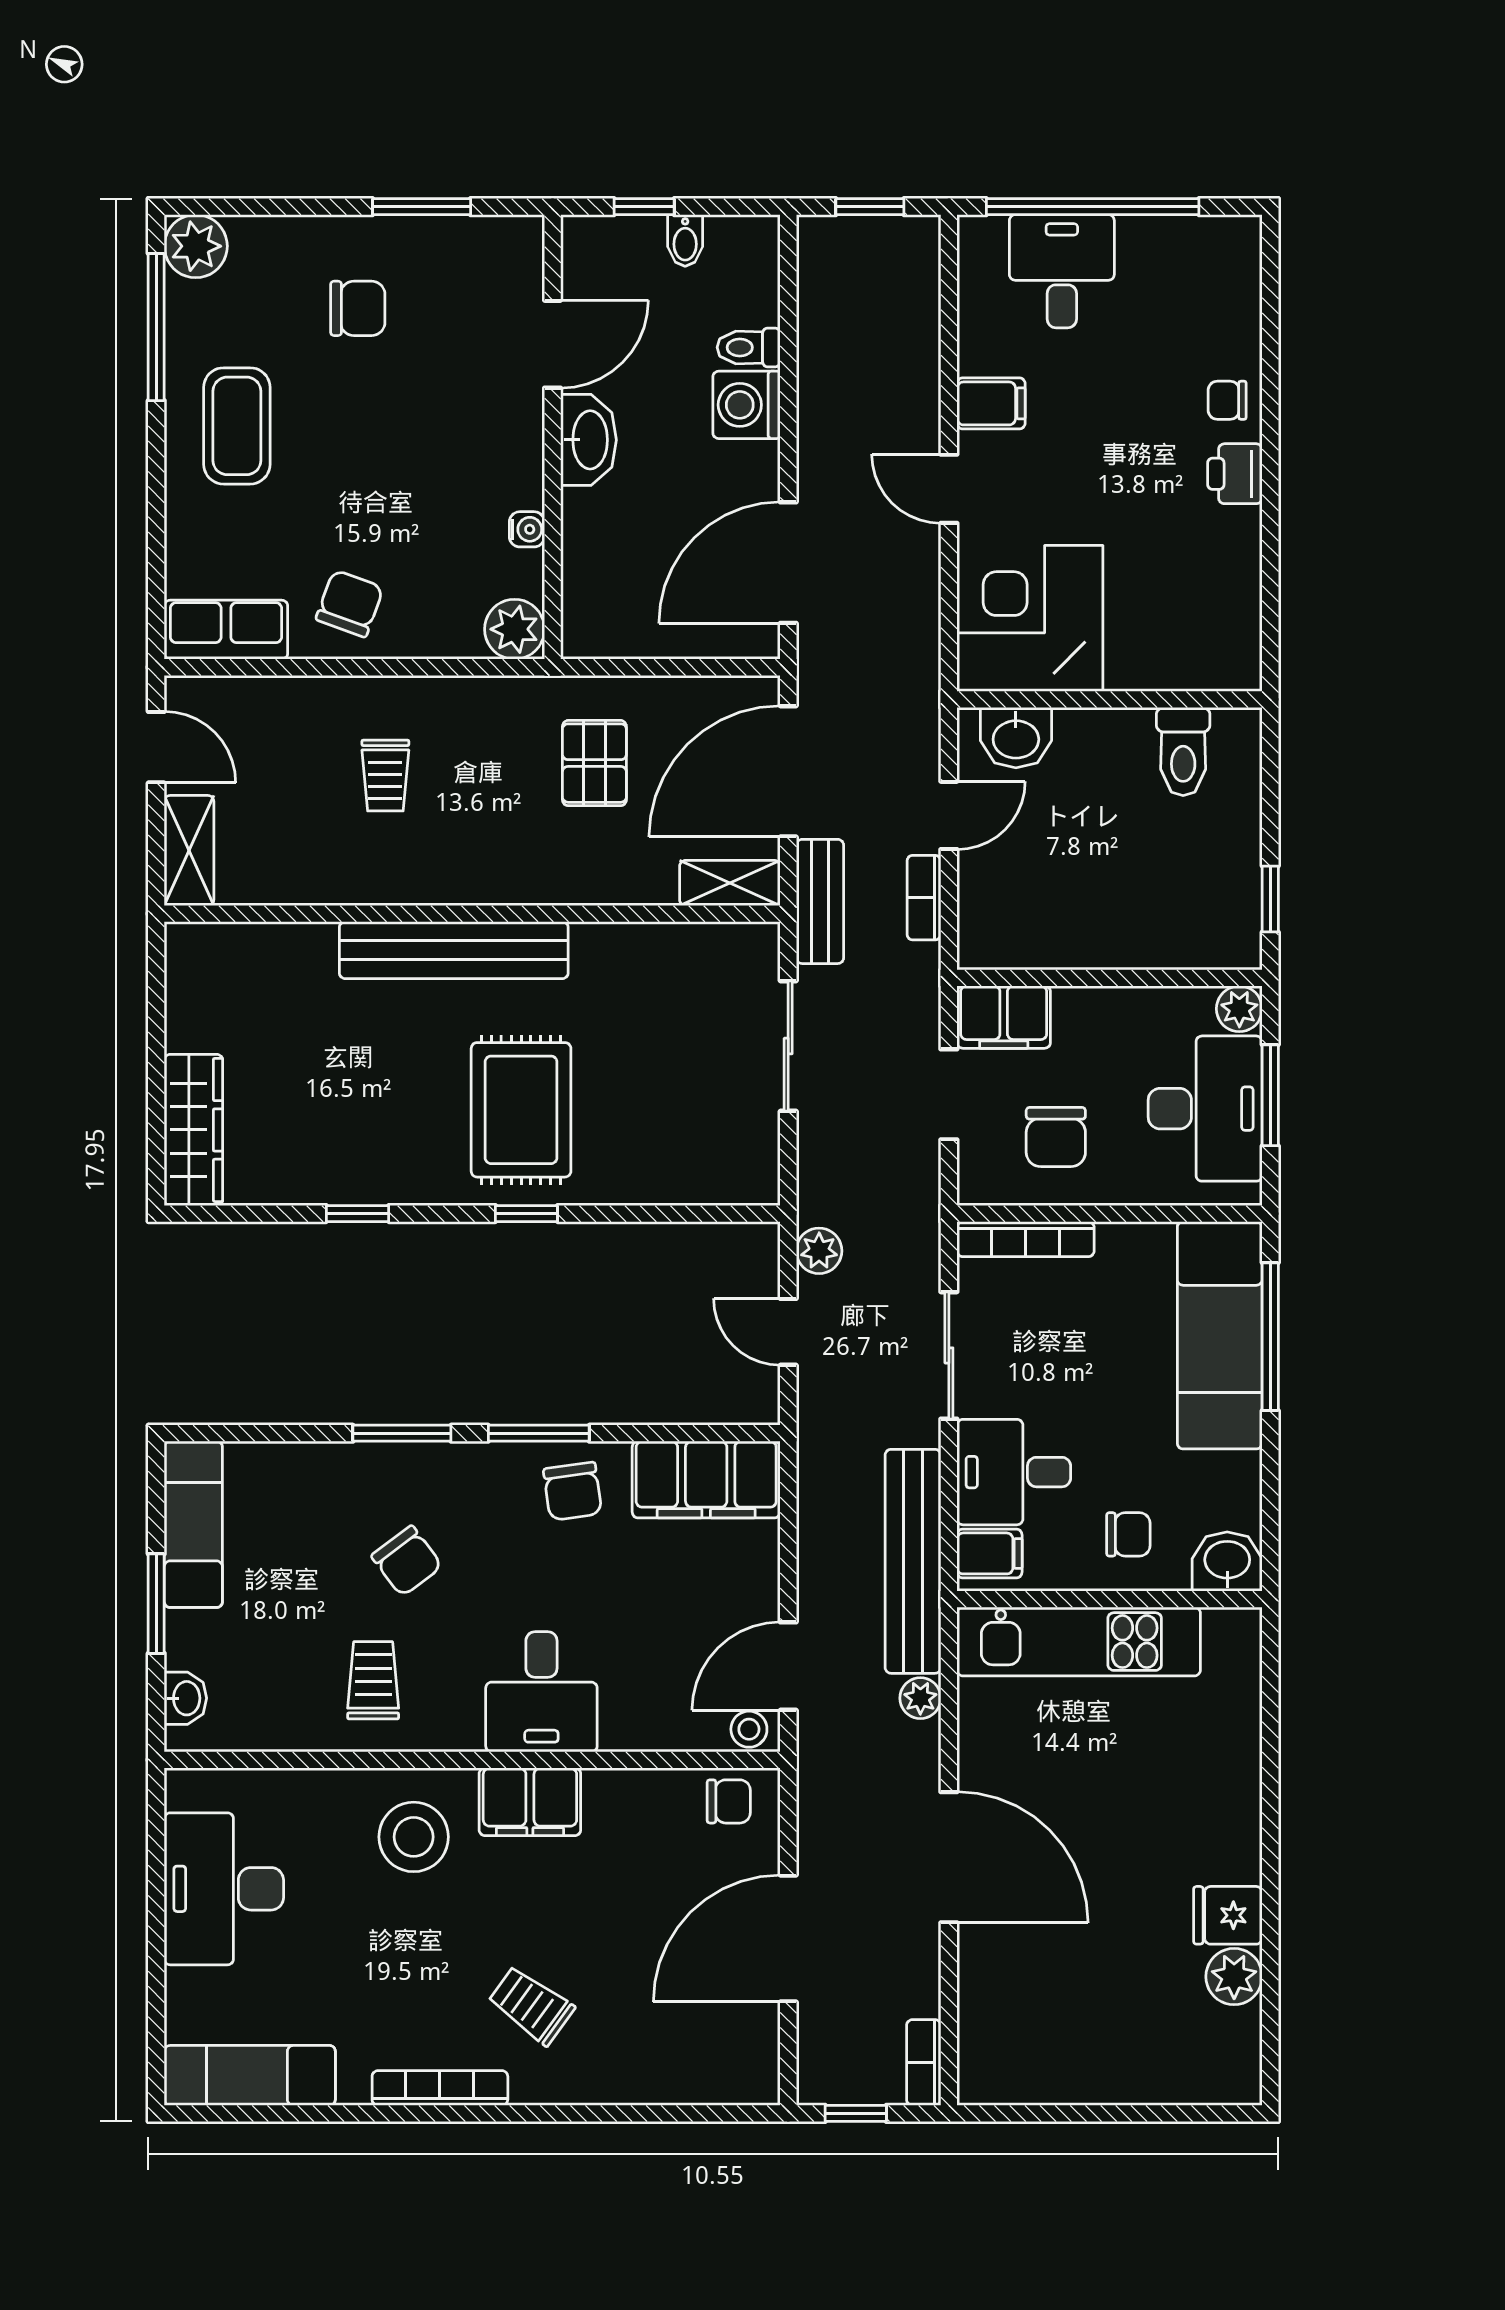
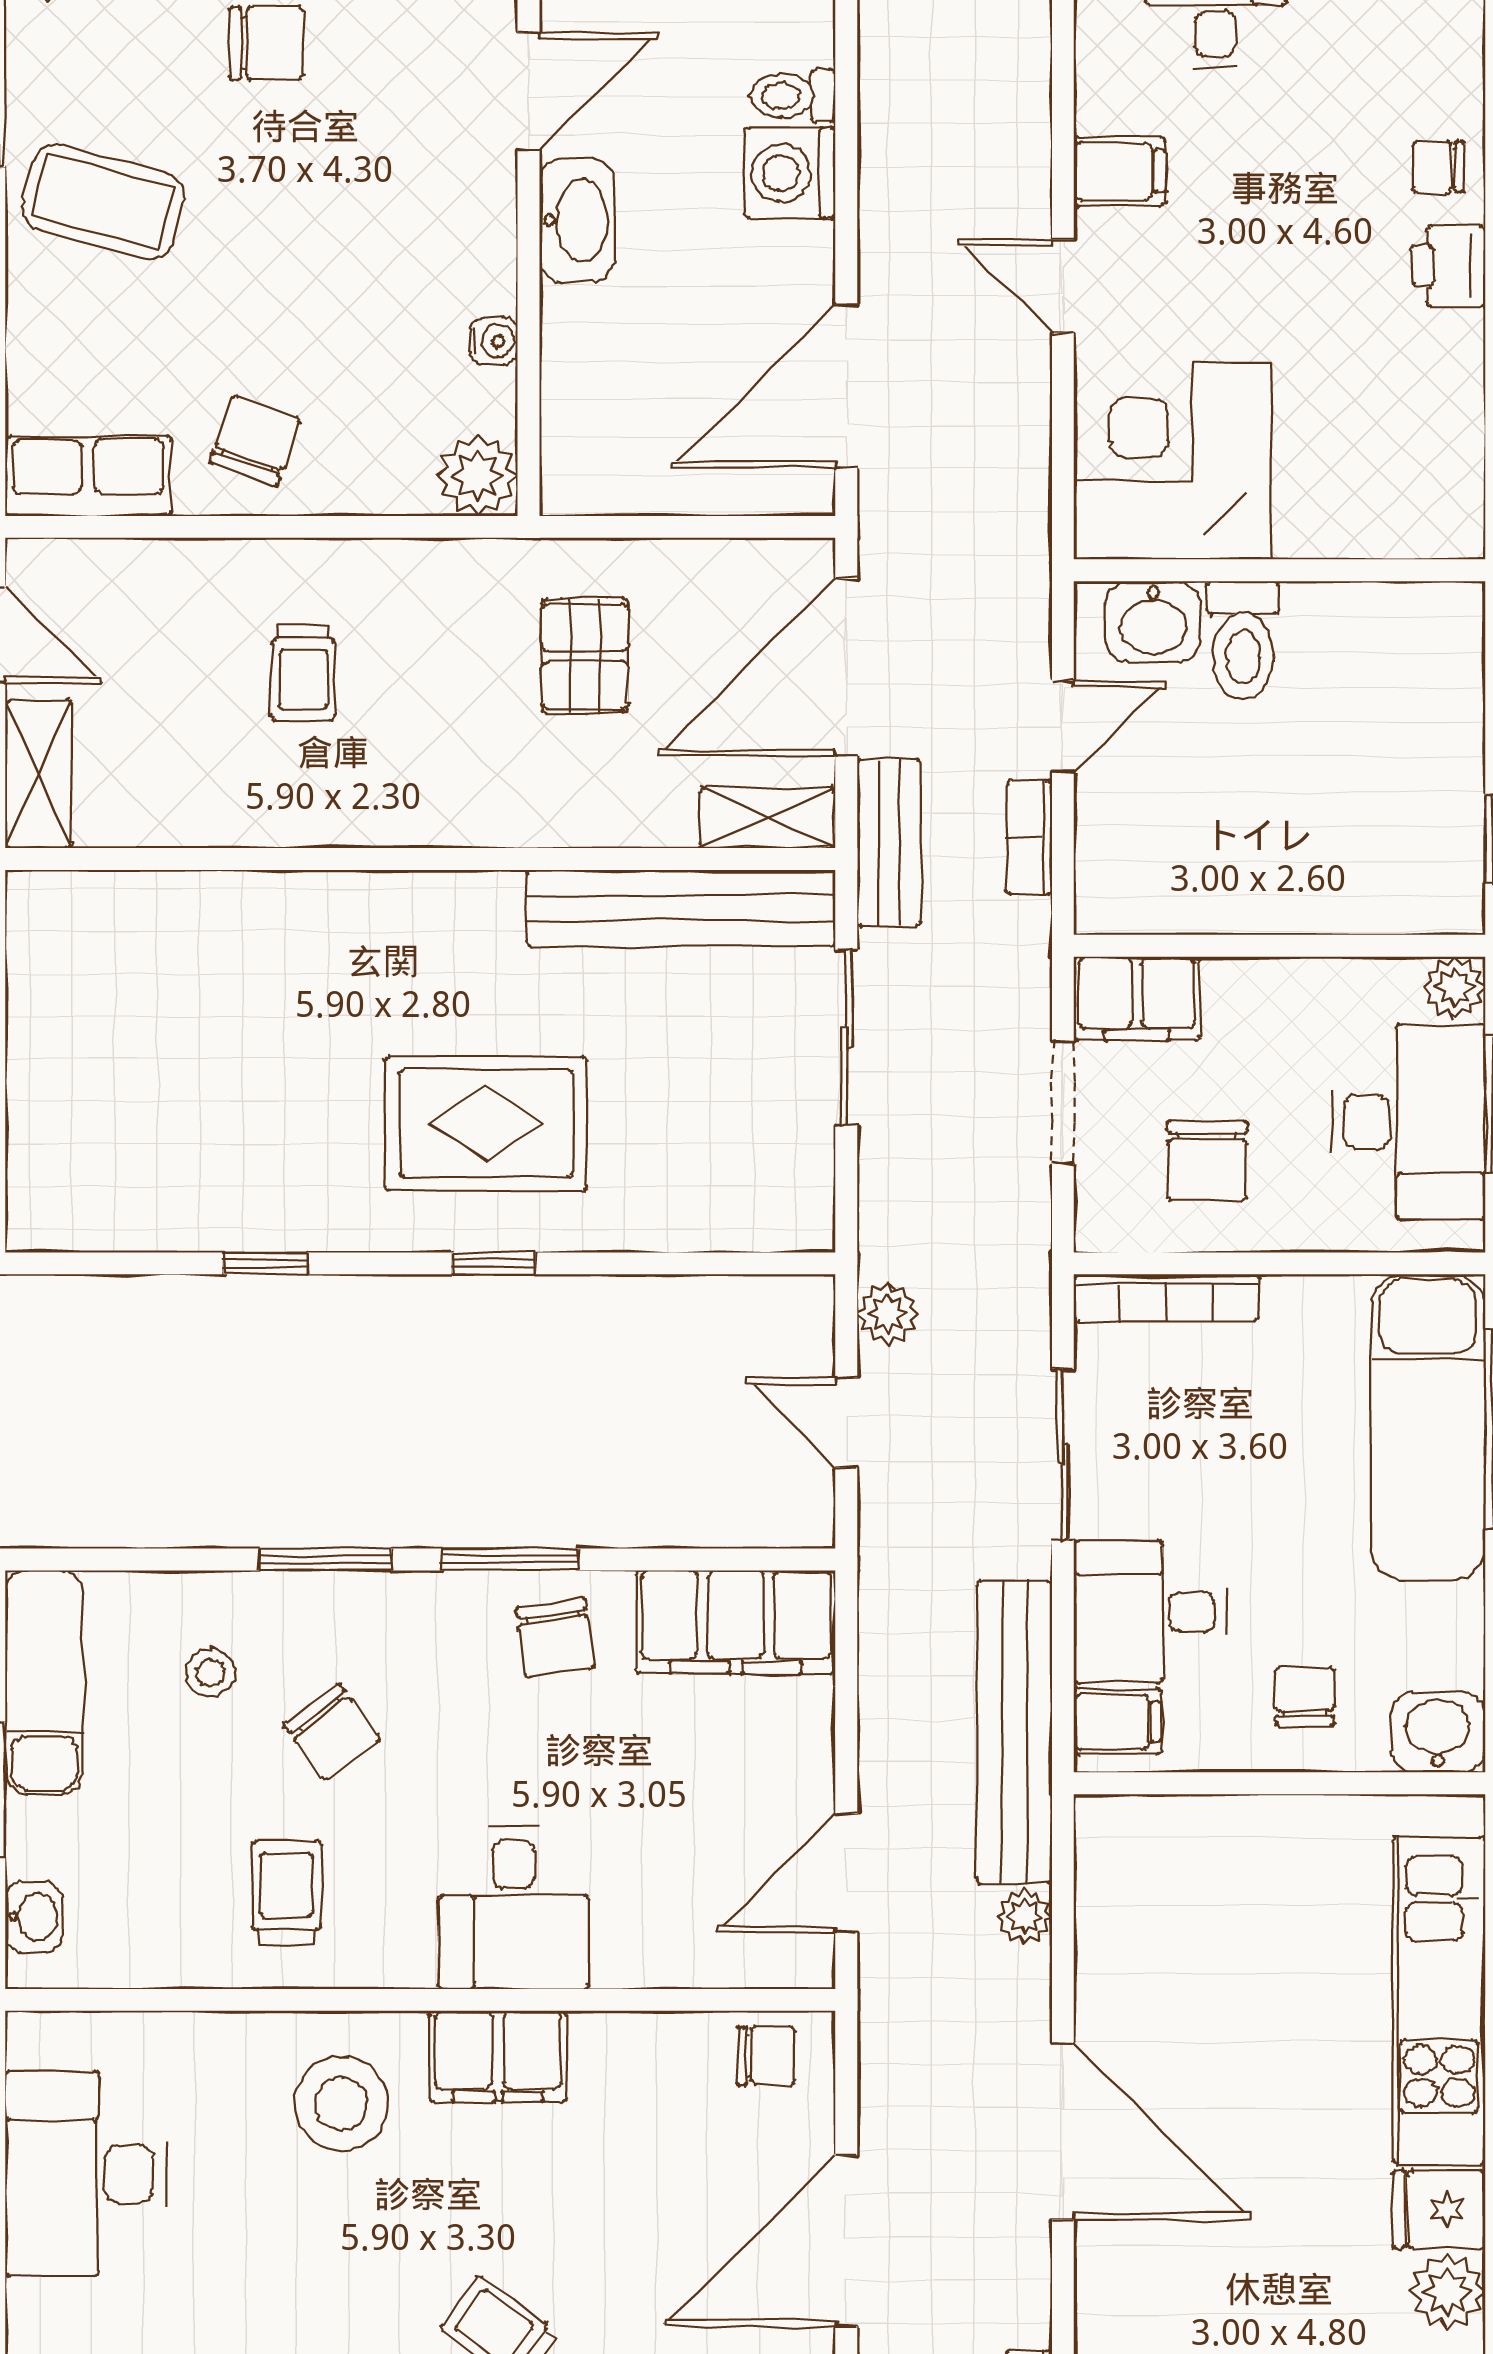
coffee table: (237, 426) -> (103, 201), turned -75
toilet: (1183, 751) -> (1243, 640), moved
bench: (454, 950) -> (681, 908), moved
rug: (521, 1110) -> (486, 1124), turned 90
wardrobe: (193, 1130) -> (44, 1151), removed
chair: (1128, 1534) -> (1305, 1696), turned -90
kitchen unit: (1079, 1642) -> (1439, 2001), moved, turned 90
stool: (749, 1729) -> (210, 1673), moved

